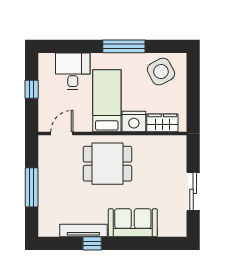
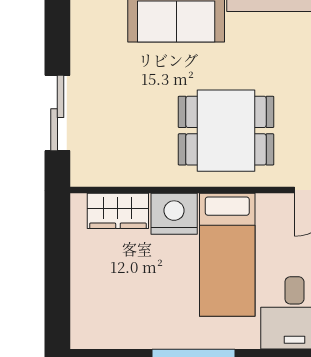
side table: (161, 72) -> (121, 312), removed
sliding door: (193, 191) -> (57, 113), moved

